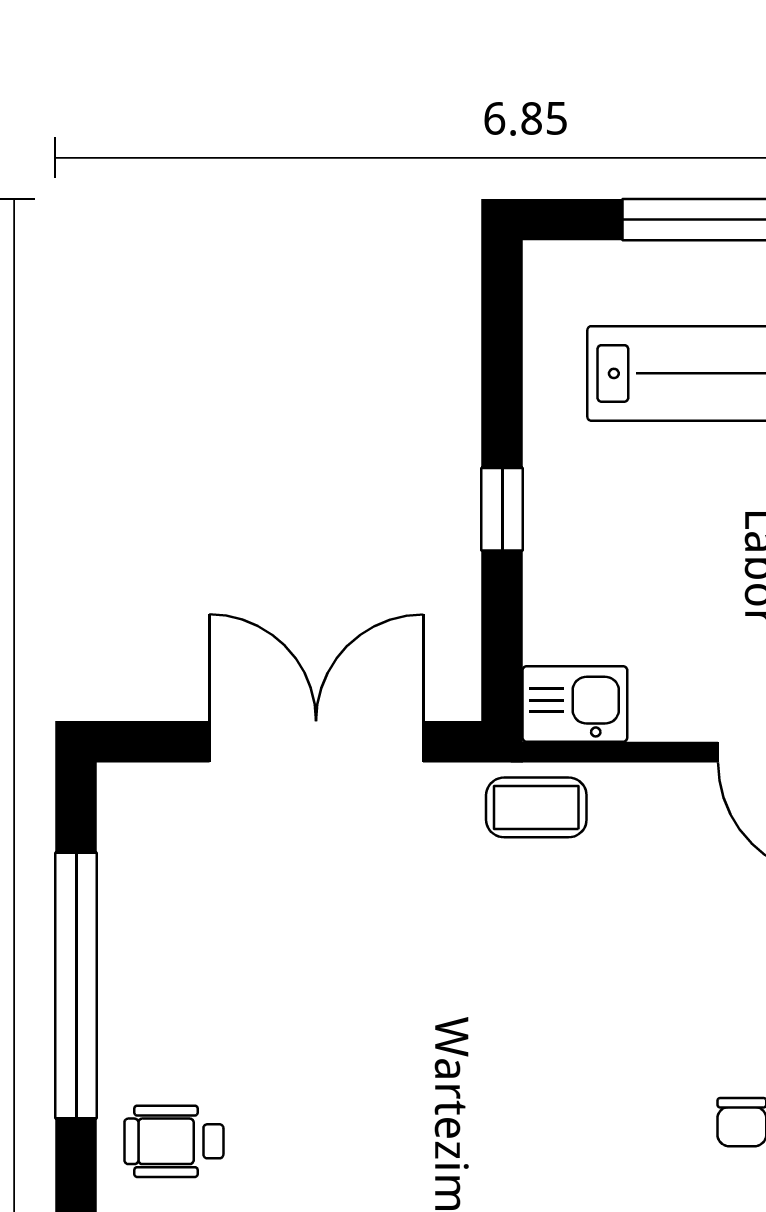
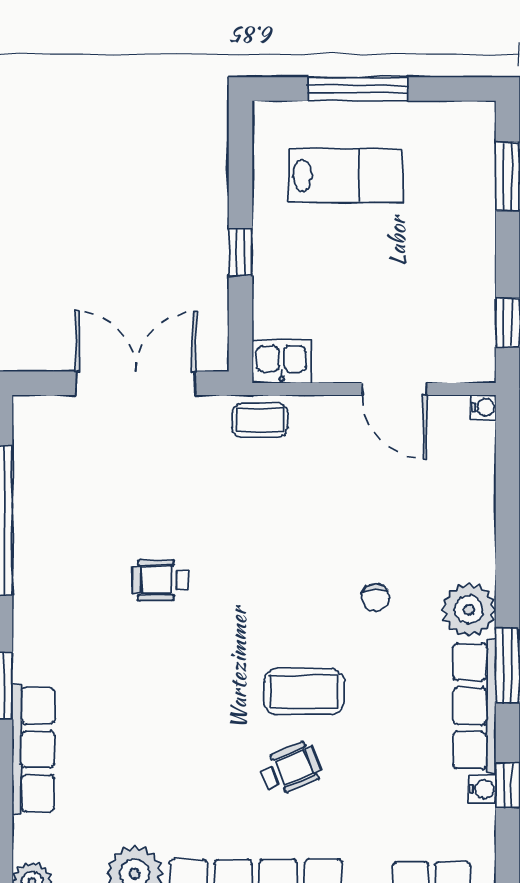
wheelchair: (174, 1141) -> (160, 580), moved

